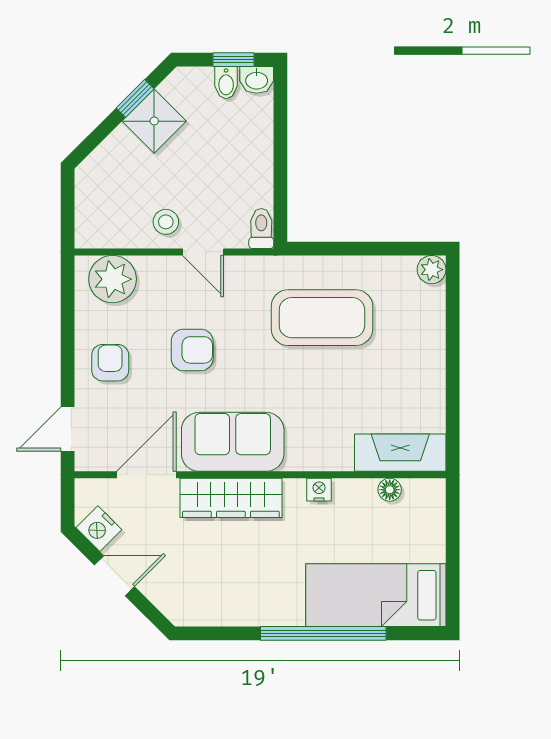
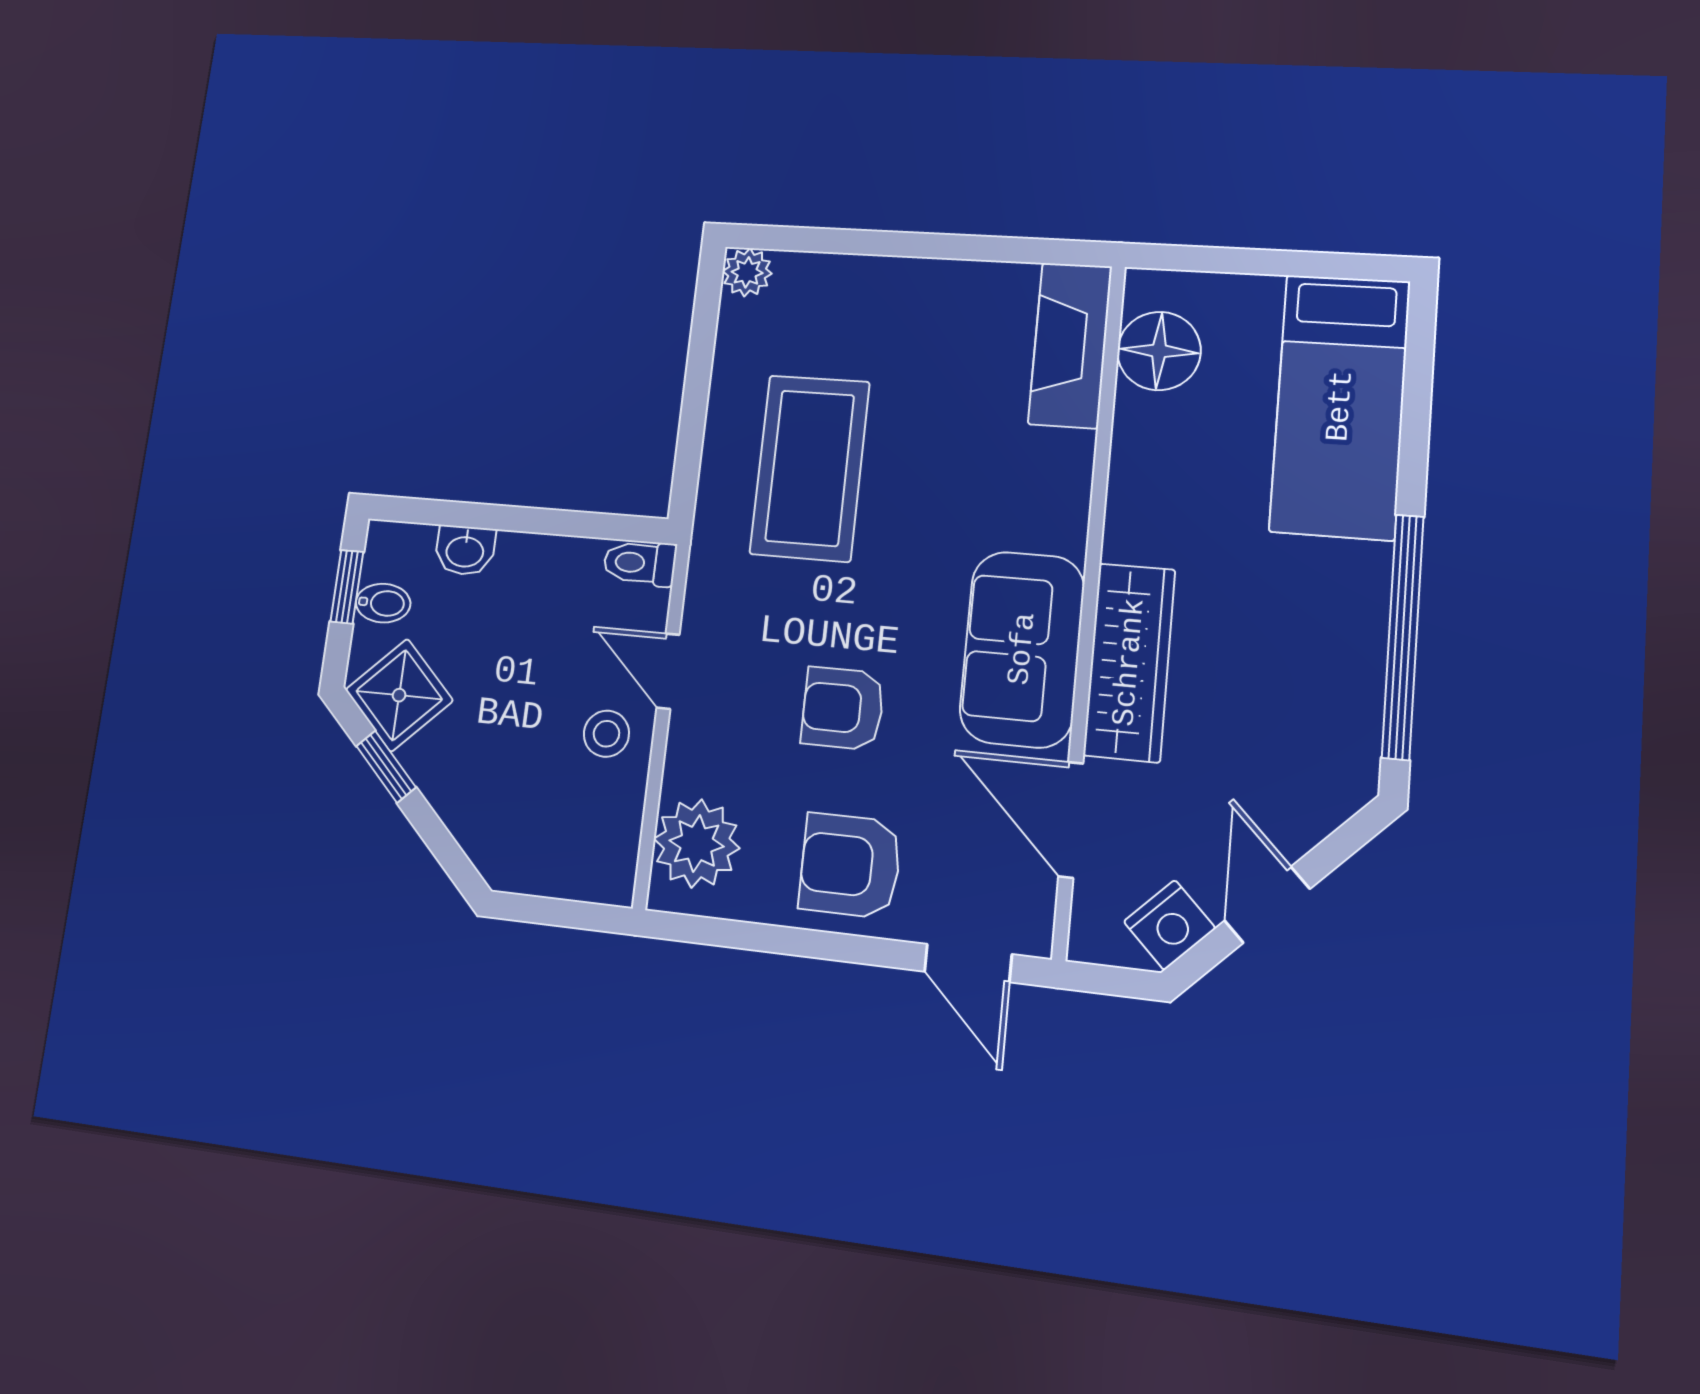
washbasin: (257, 80) -> (465, 550), moved, turned 90
shower: (154, 121) -> (399, 695), moved
door: (203, 252) -> (668, 671), swing flipped
armchair: (192, 350) -> (843, 708), turned -90
armchair: (110, 363) -> (850, 866), width x1.38, depth x1.38
nightstand: (319, 490) -> (1127, 496), removed
floor lamp: (390, 490) -> (1159, 351), width x1.89, depth x1.89
window: (323, 633) -> (1403, 636), moved

